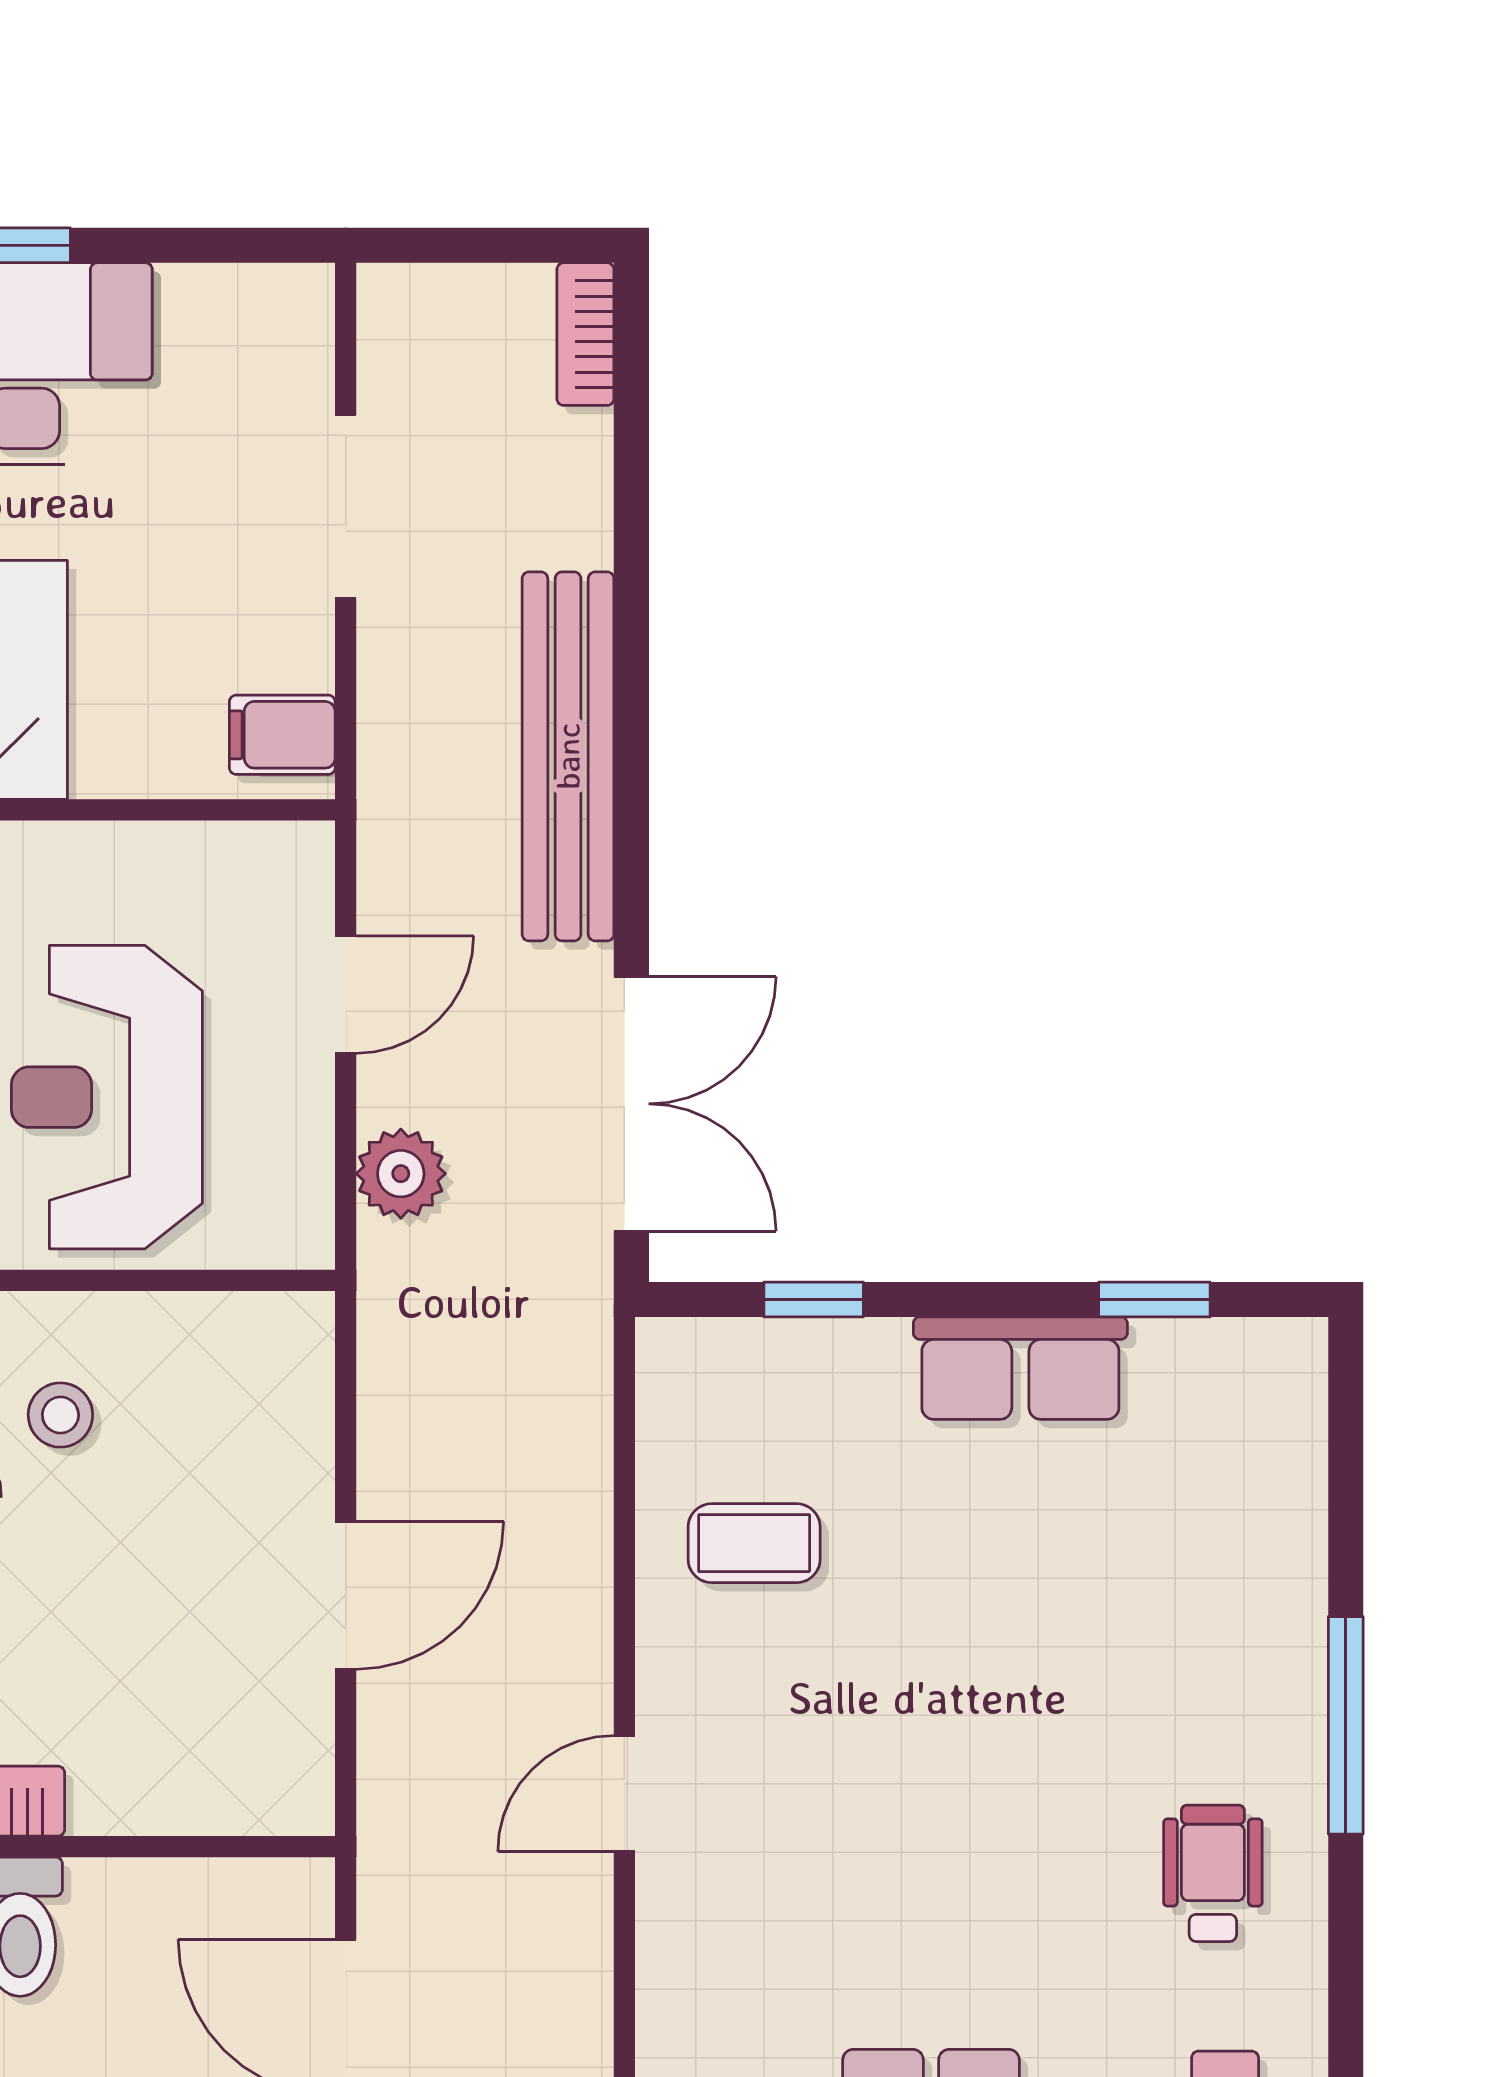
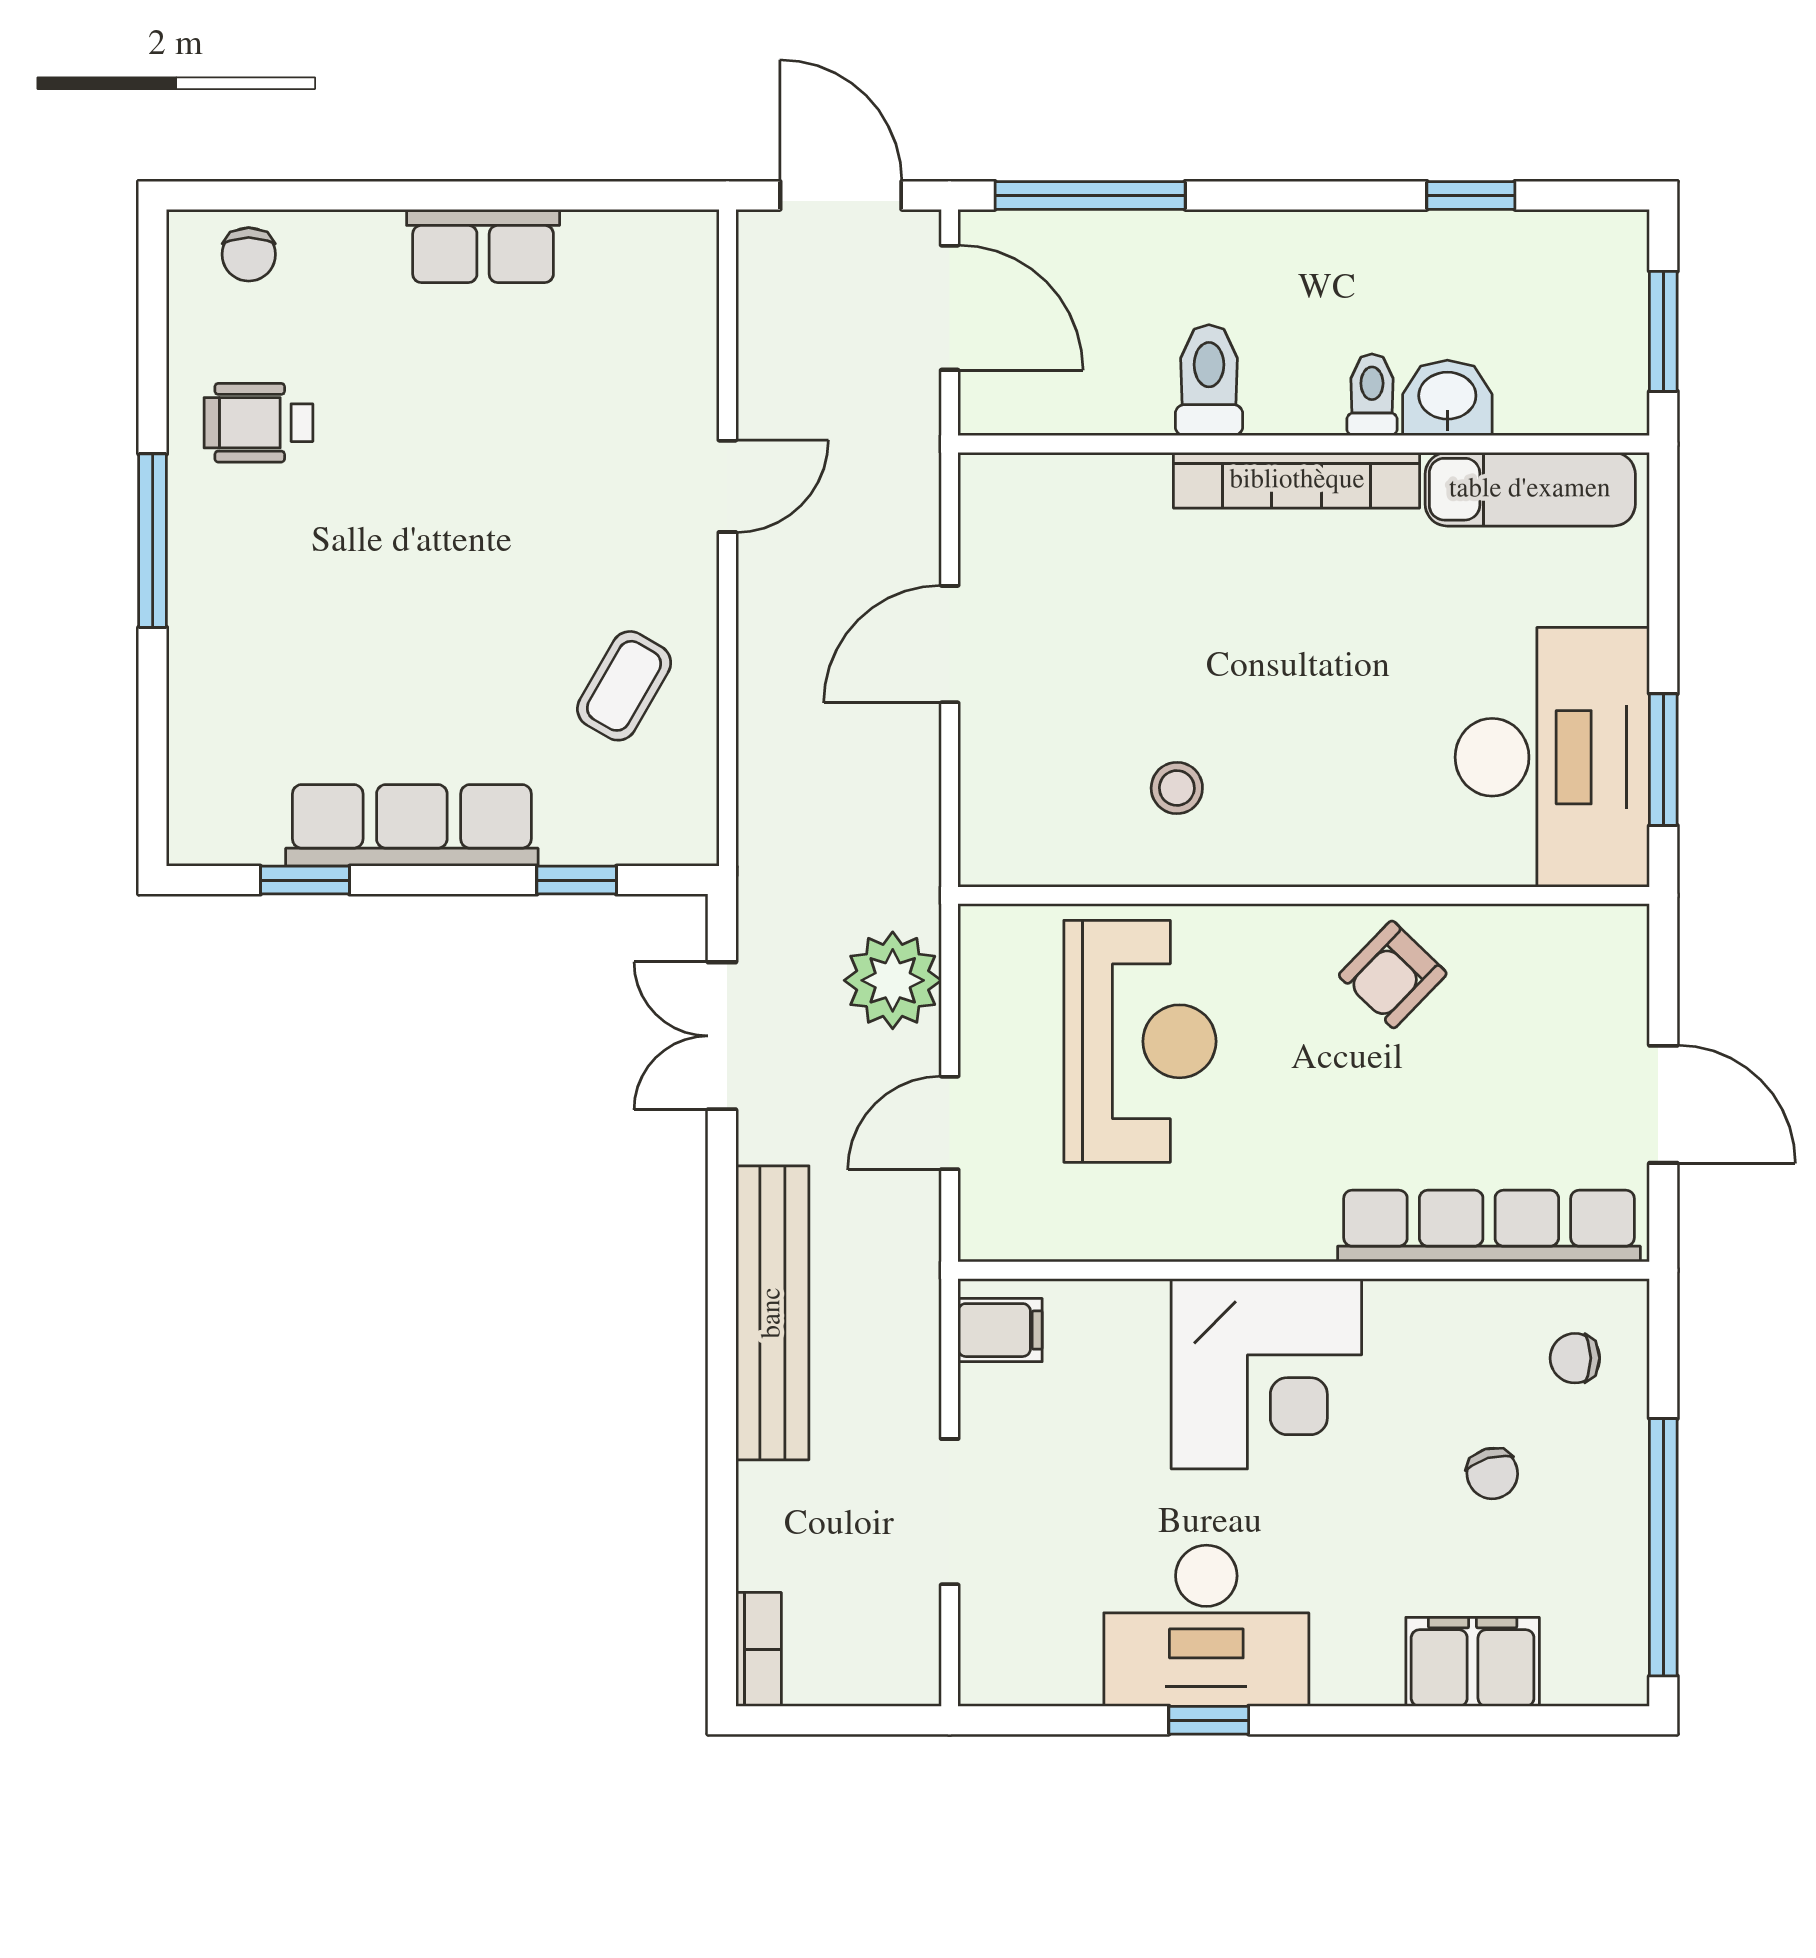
double door: (631, 1104) -> (722, 1036), width x0.73
plant: (401, 1174) -> (893, 980), width x1.36, depth x1.36
row of seats: (1020, 1368) -> (412, 825), width x1.48
coffee table: (754, 1543) -> (624, 686), turned -60
wheelchair: (1213, 1873) -> (258, 423), turned 90

